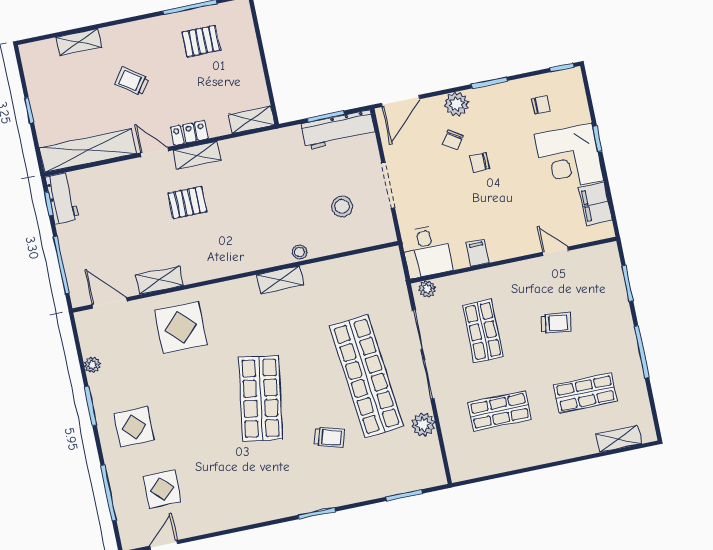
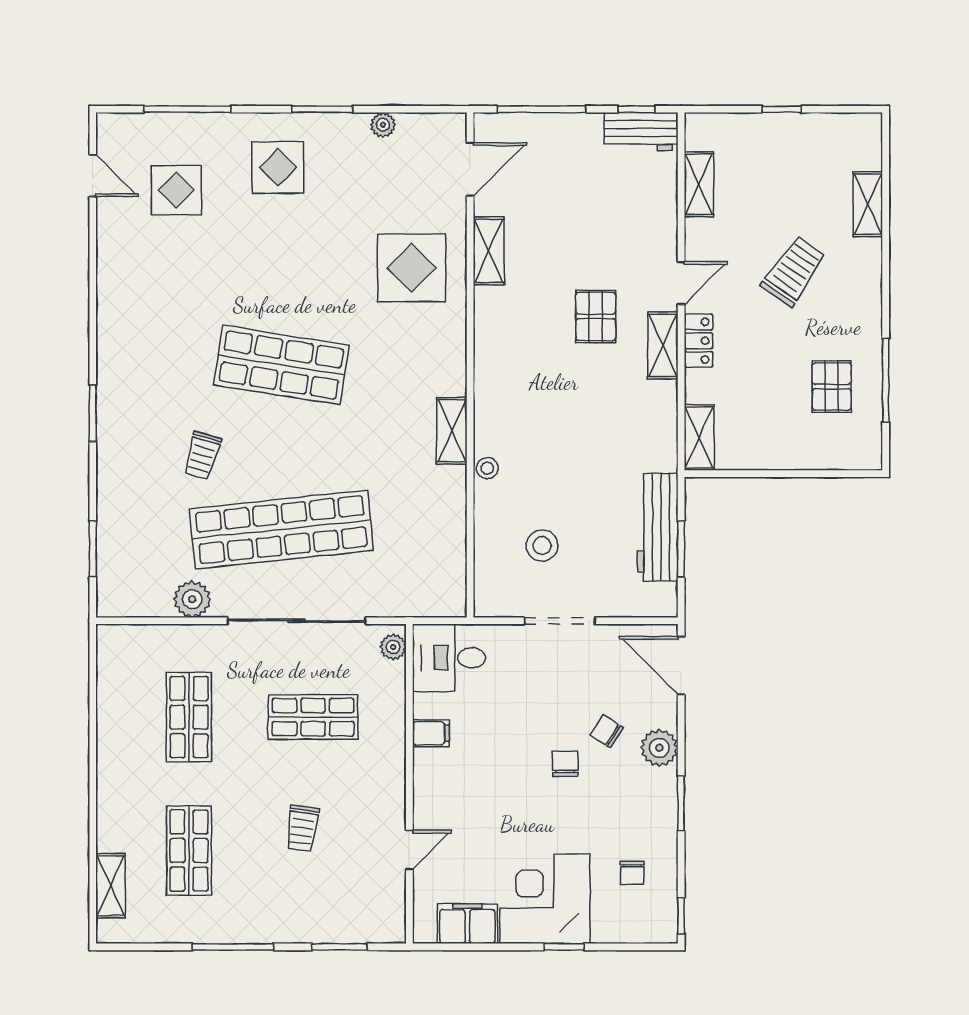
trolley: (132, 81) -> (793, 271), width x1.36, depth x1.39
workbench: (338, 130) -> (658, 527), moved
shelving: (88, 150) -> (699, 184), width x0.45, depth x0.75

